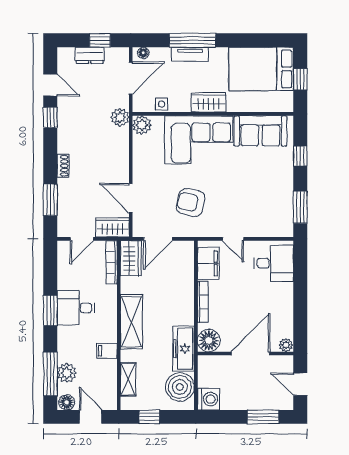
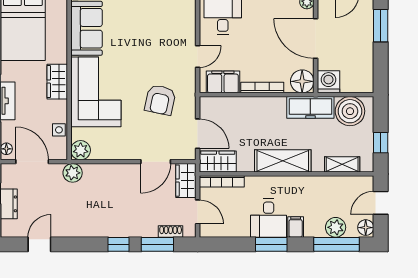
window: (50, 117) -> (118, 244), moved
shoe rack: (63, 166) -> (171, 231), moved
filing cabinet: (107, 351) -> (296, 227), moved, turned 180
washing machine: (208, 399) -> (328, 82), moved

